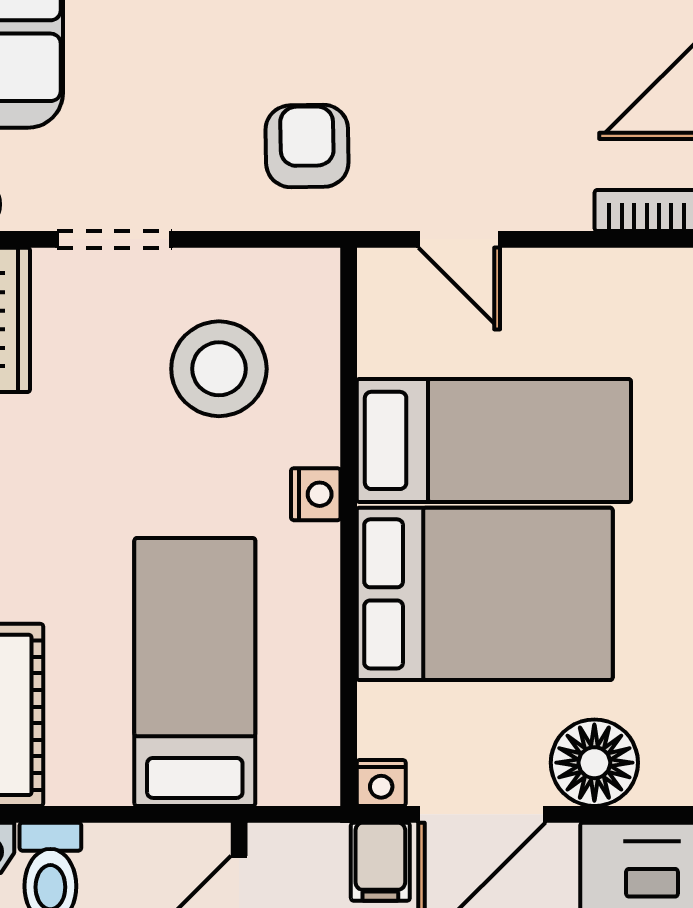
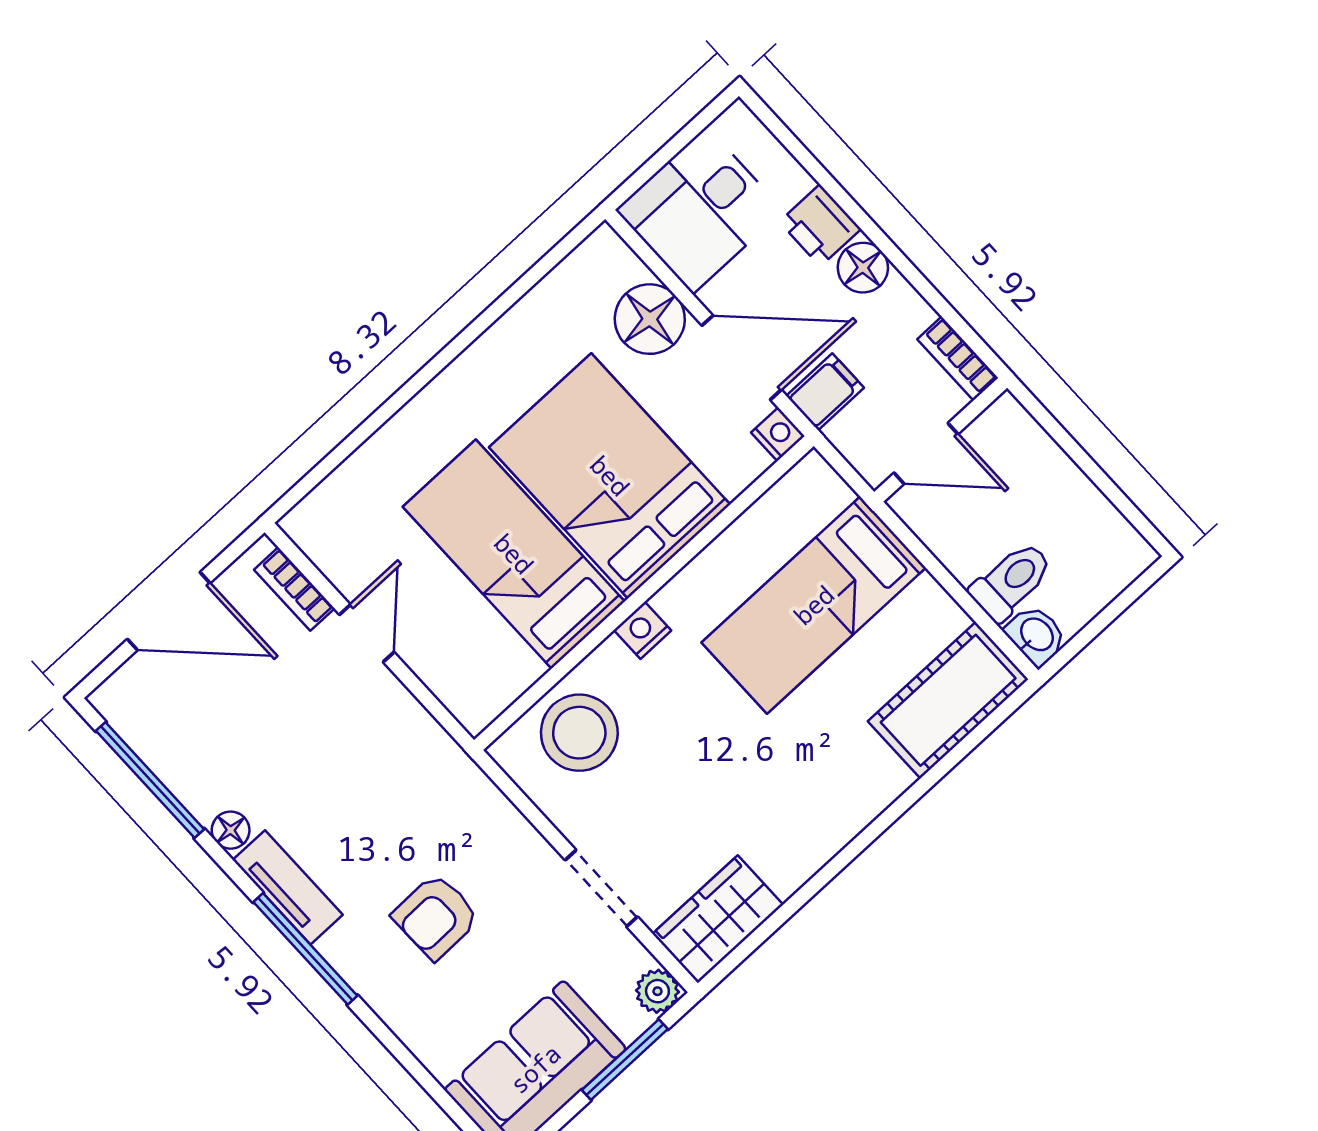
armchair: (307, 146) -> (436, 917), moved
door: (459, 239) -> (367, 633), moved
stool: (219, 369) -> (579, 733), moved

